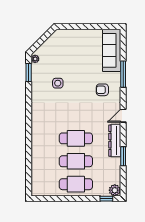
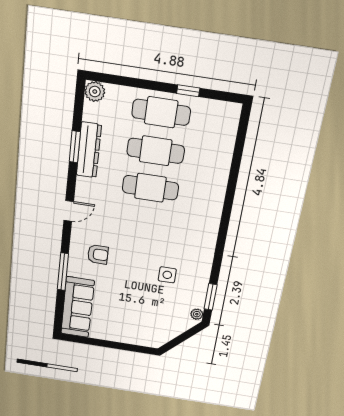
dresser: (115, 141) -> (89, 150), moved
window: (106, 199) -> (188, 91), moved

